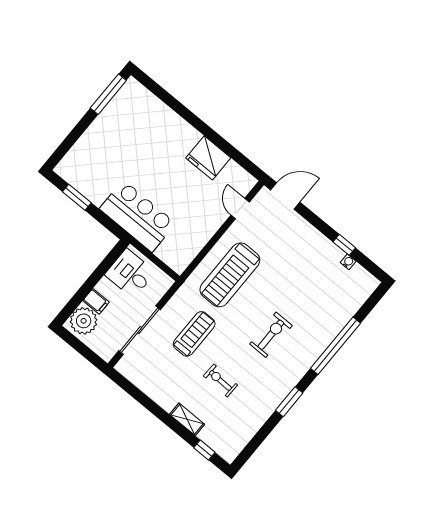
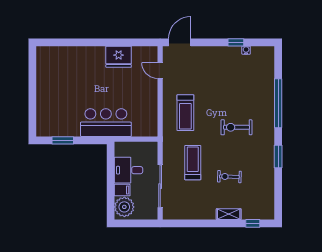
window: (108, 94) -> (32, 68), removed
desk: (130, 273) -> (128, 170), moved
treadmill: (230, 275) -> (185, 113), width x0.73, depth x0.73
exercise bike: (271, 335) -> (236, 127), turned -90

